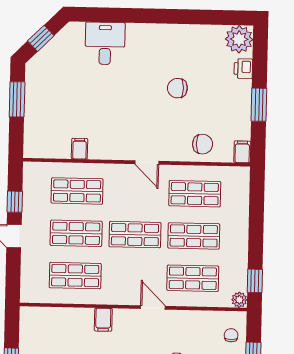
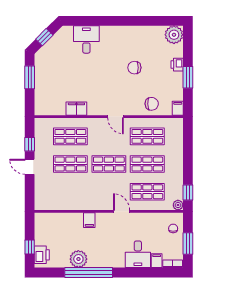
printer: (243, 69) -> (177, 65), moved
filing cabinet: (80, 149) -> (76, 109), width x2.00
shop shelf: (75, 276) -> (70, 192), removed

